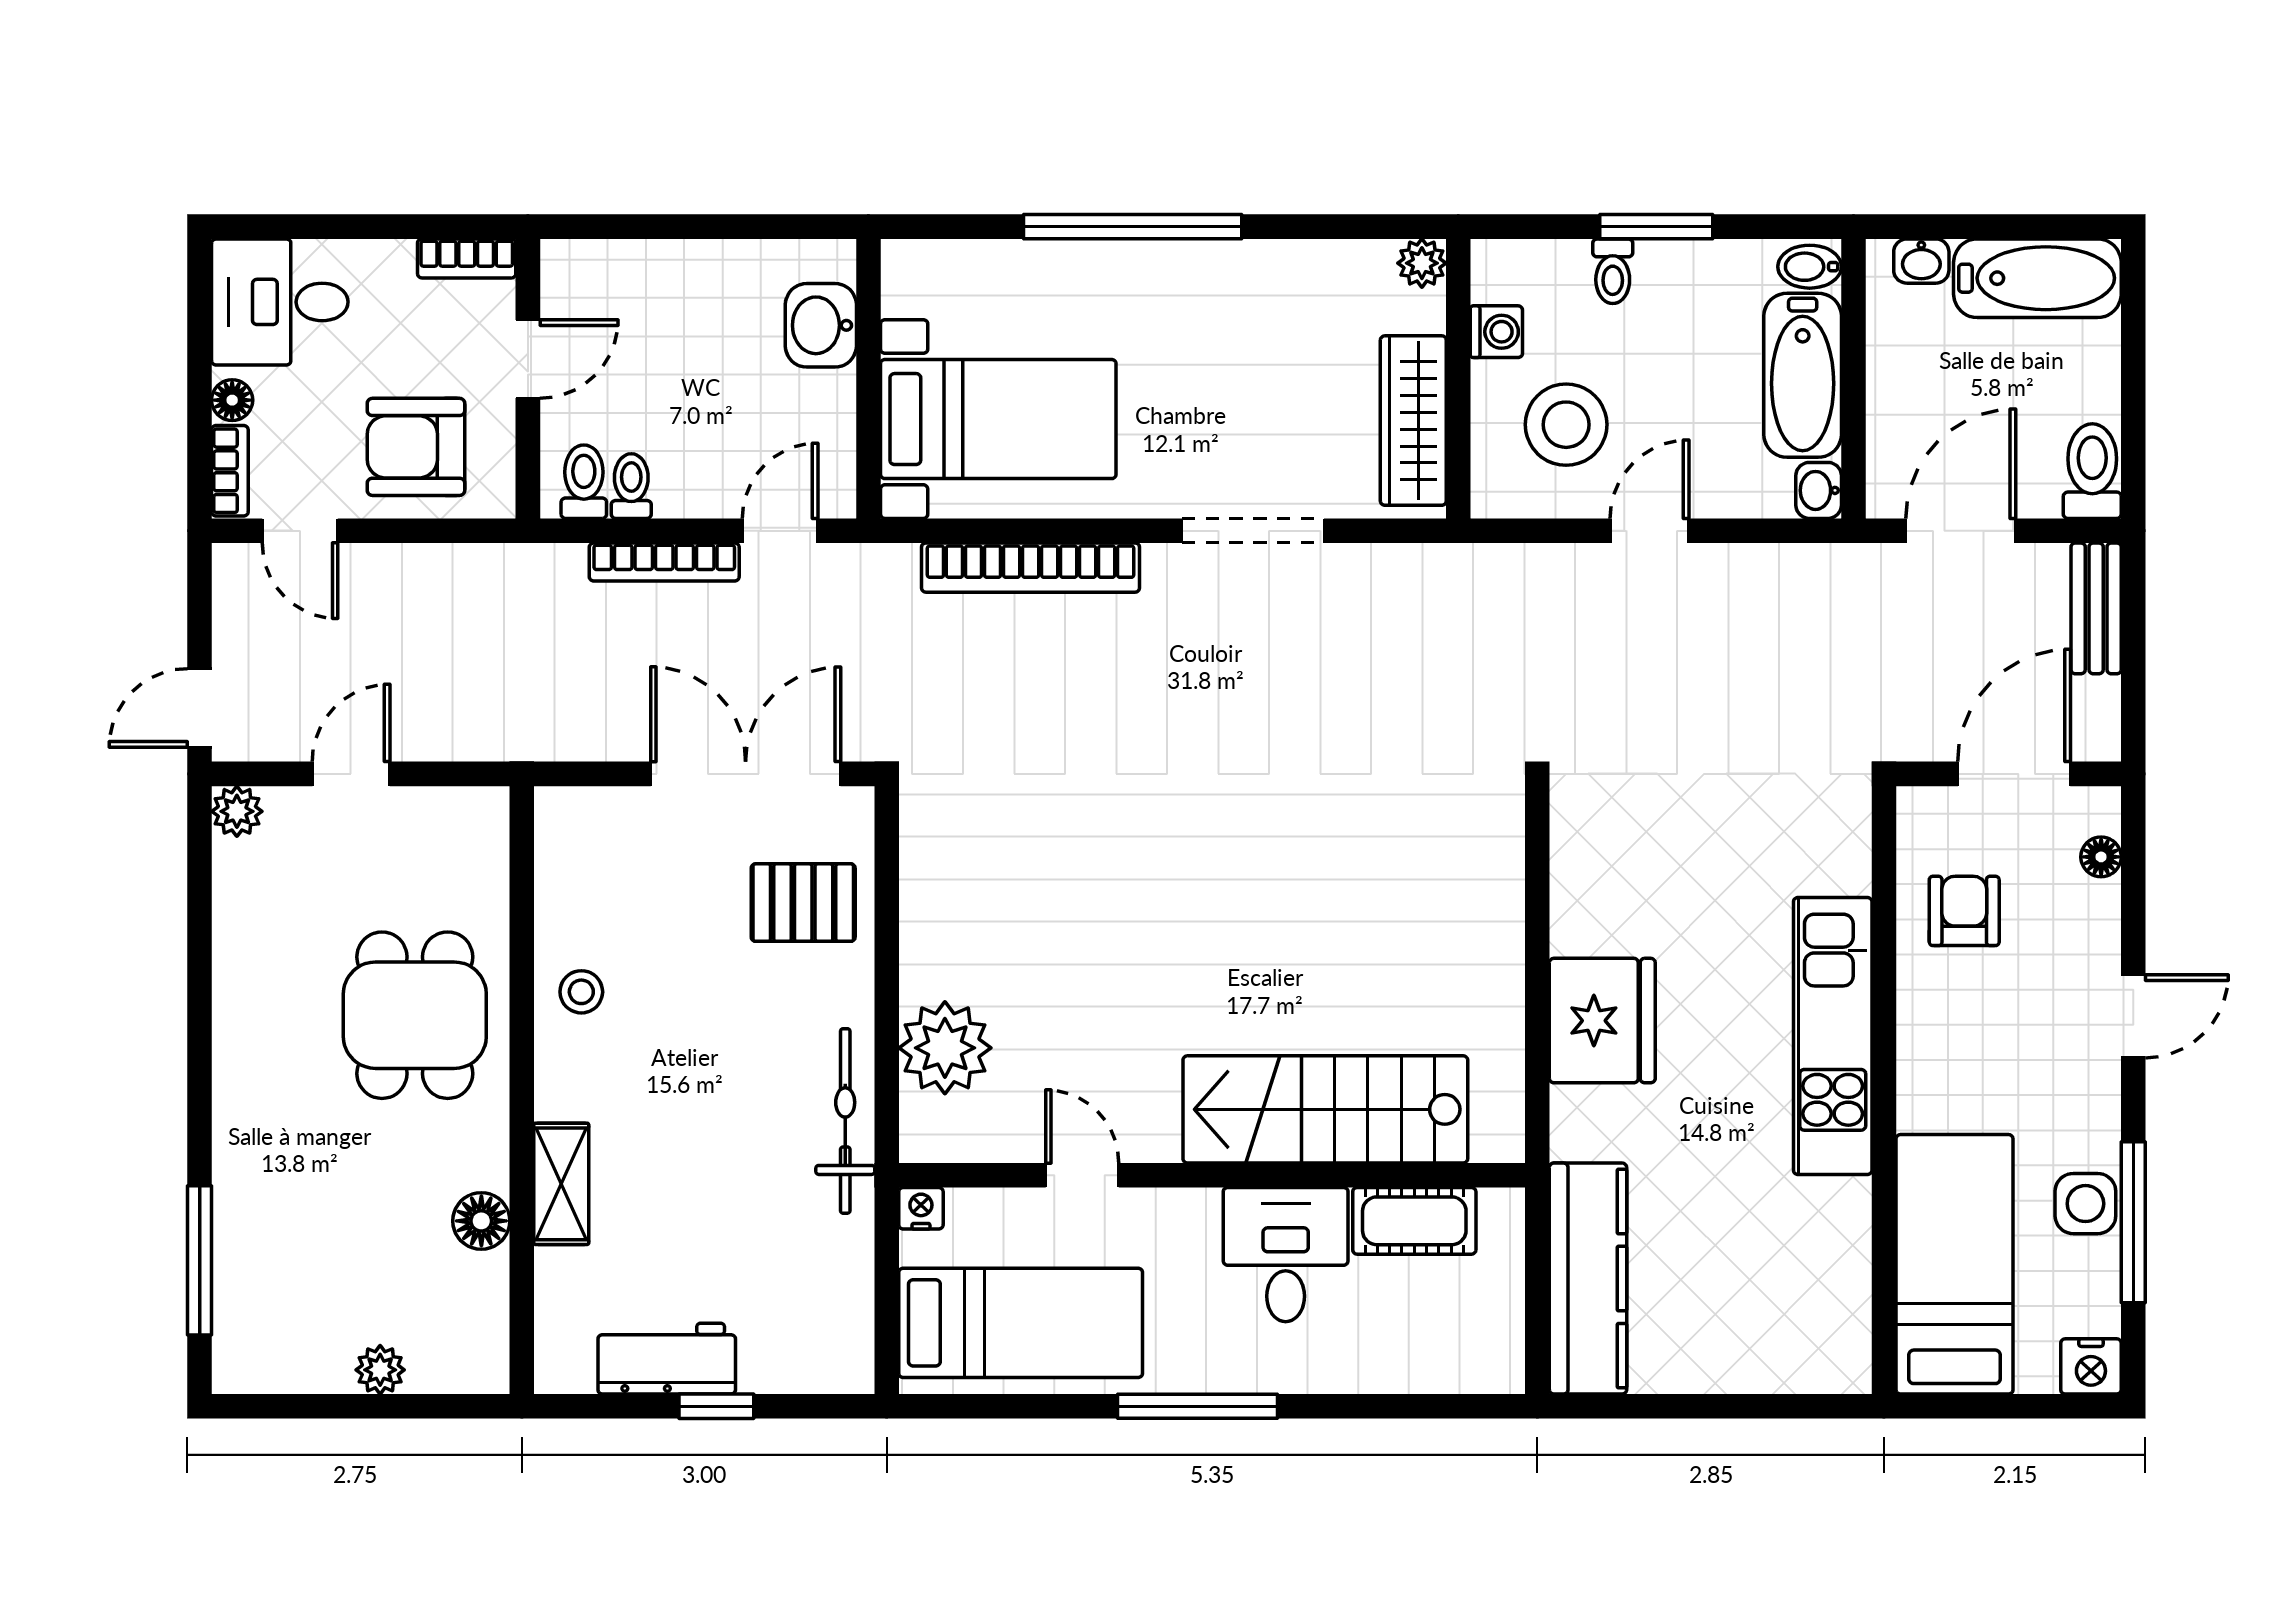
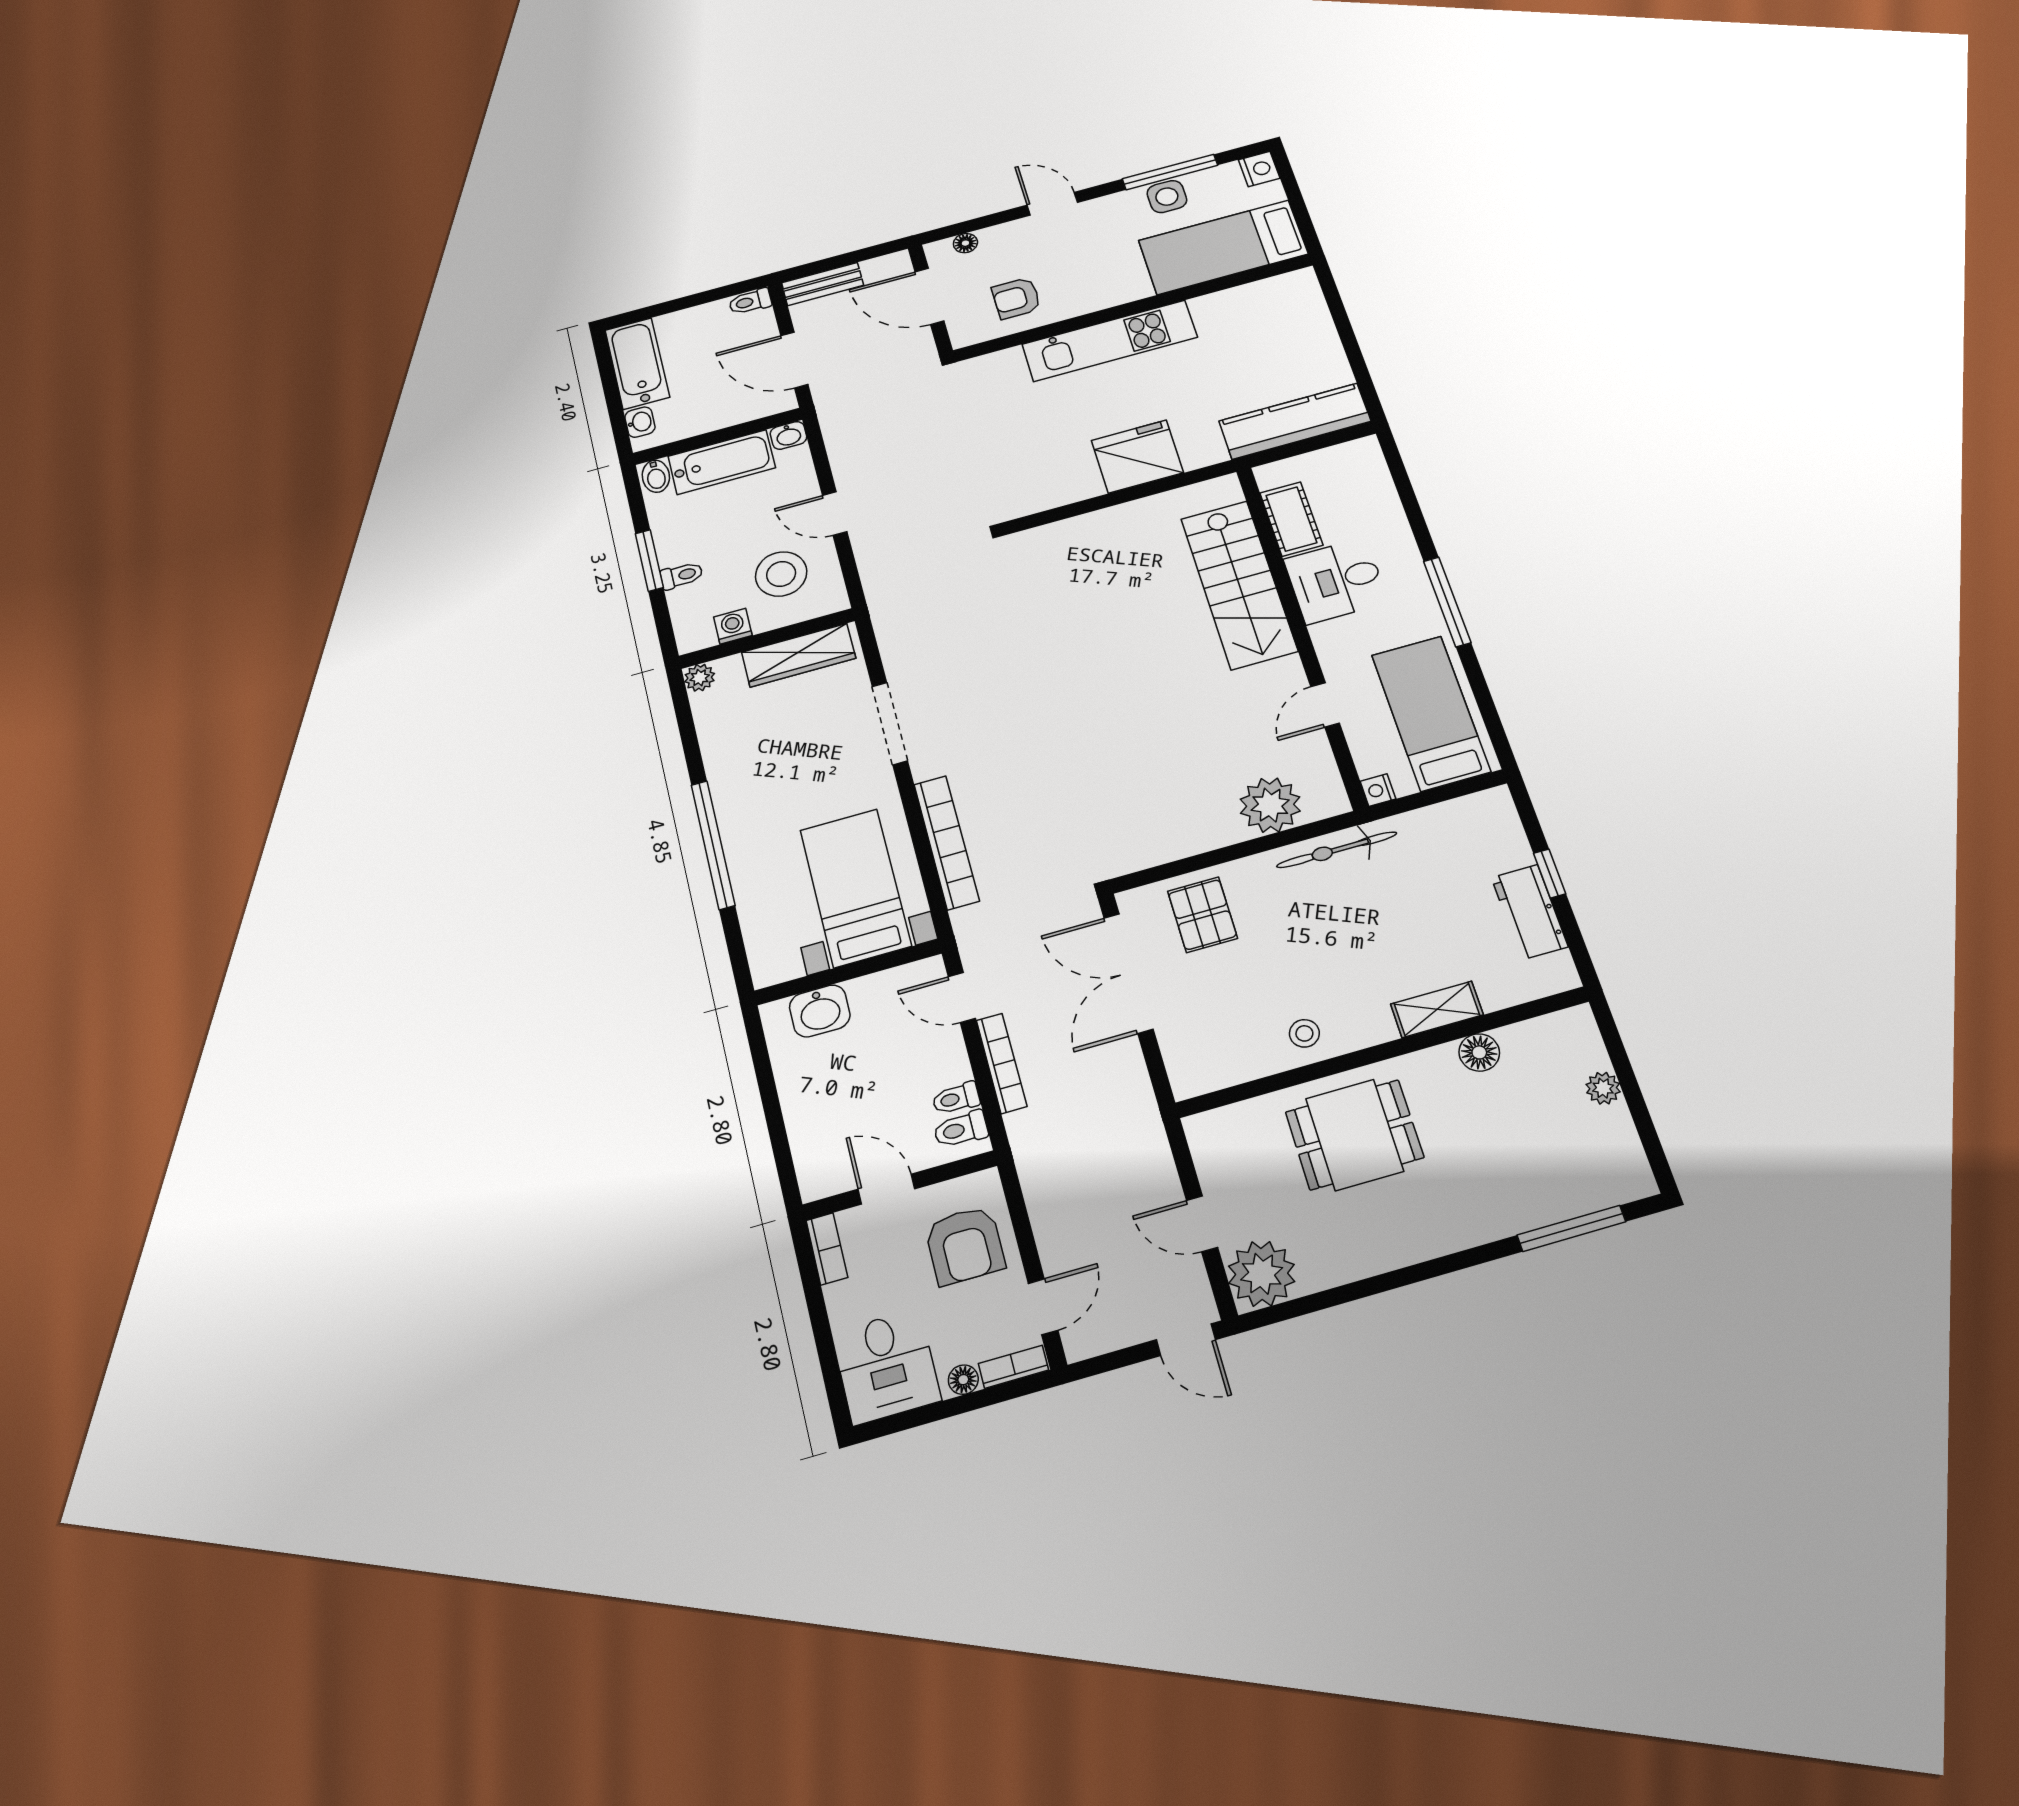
toilet: (2092, 471) -> (750, 302), width x0.73, depth x0.72
plant: (237, 811) -> (1262, 1274), width x1.88, depth x1.88

